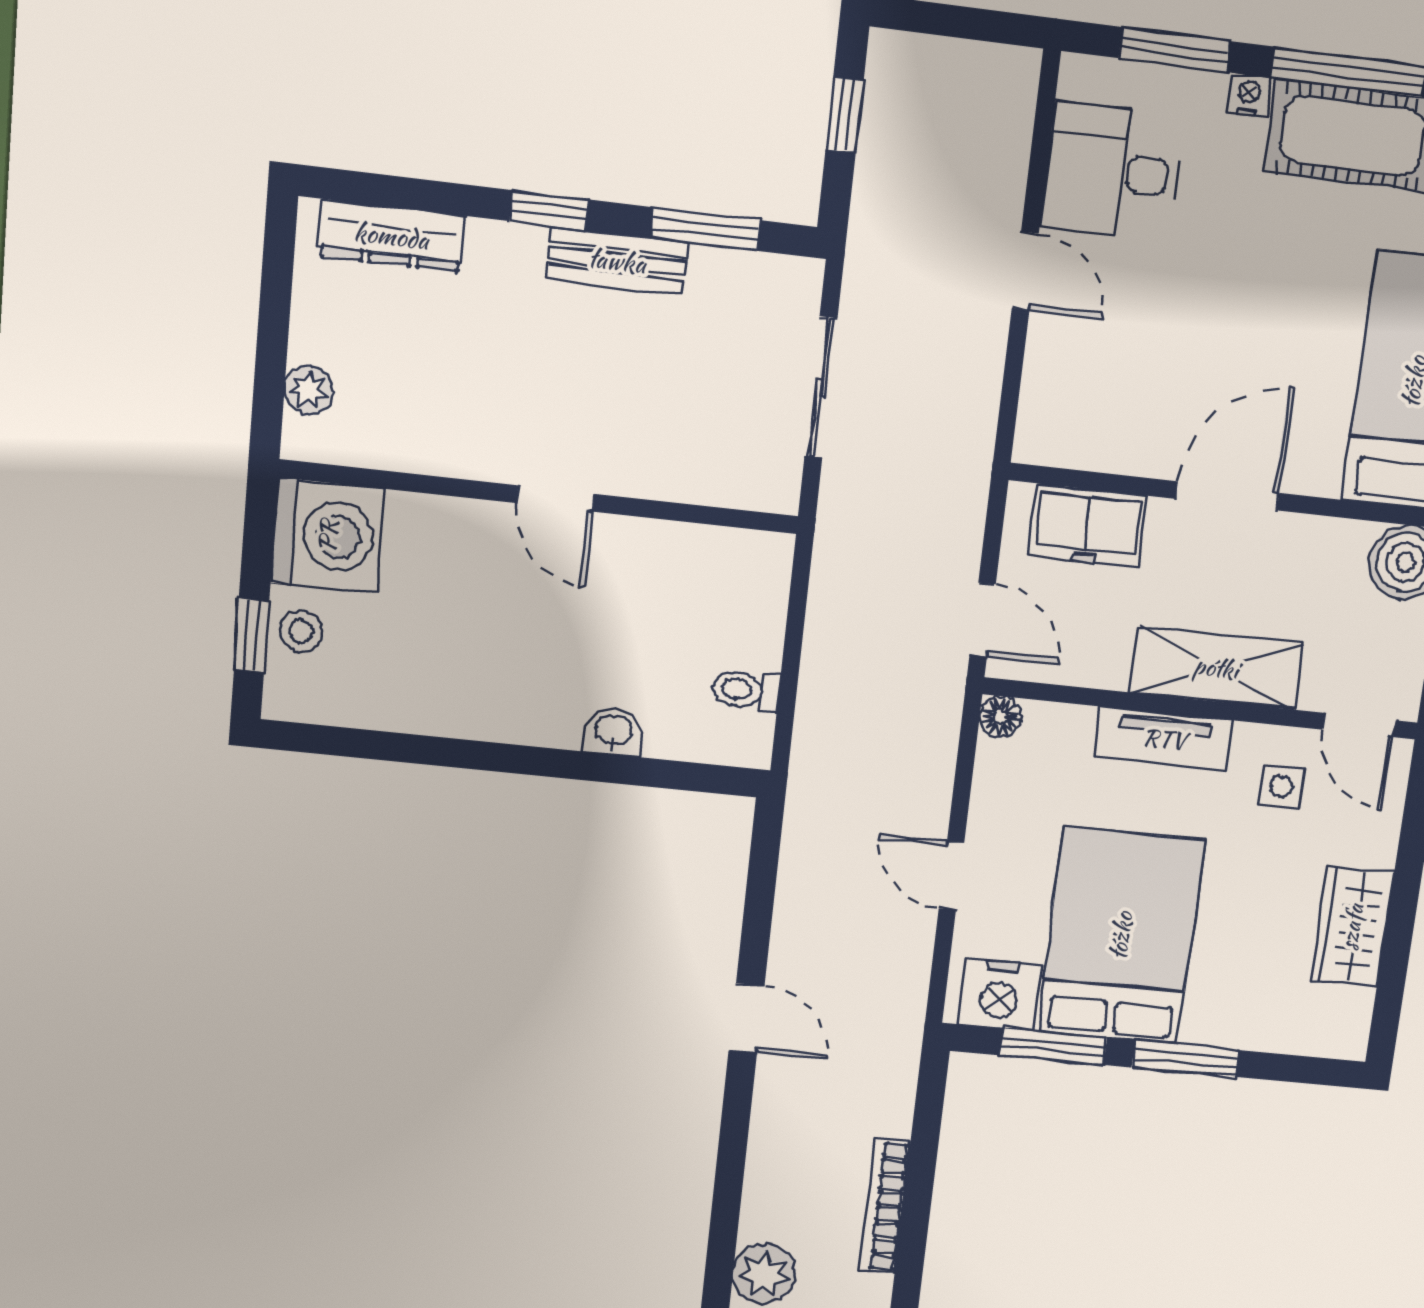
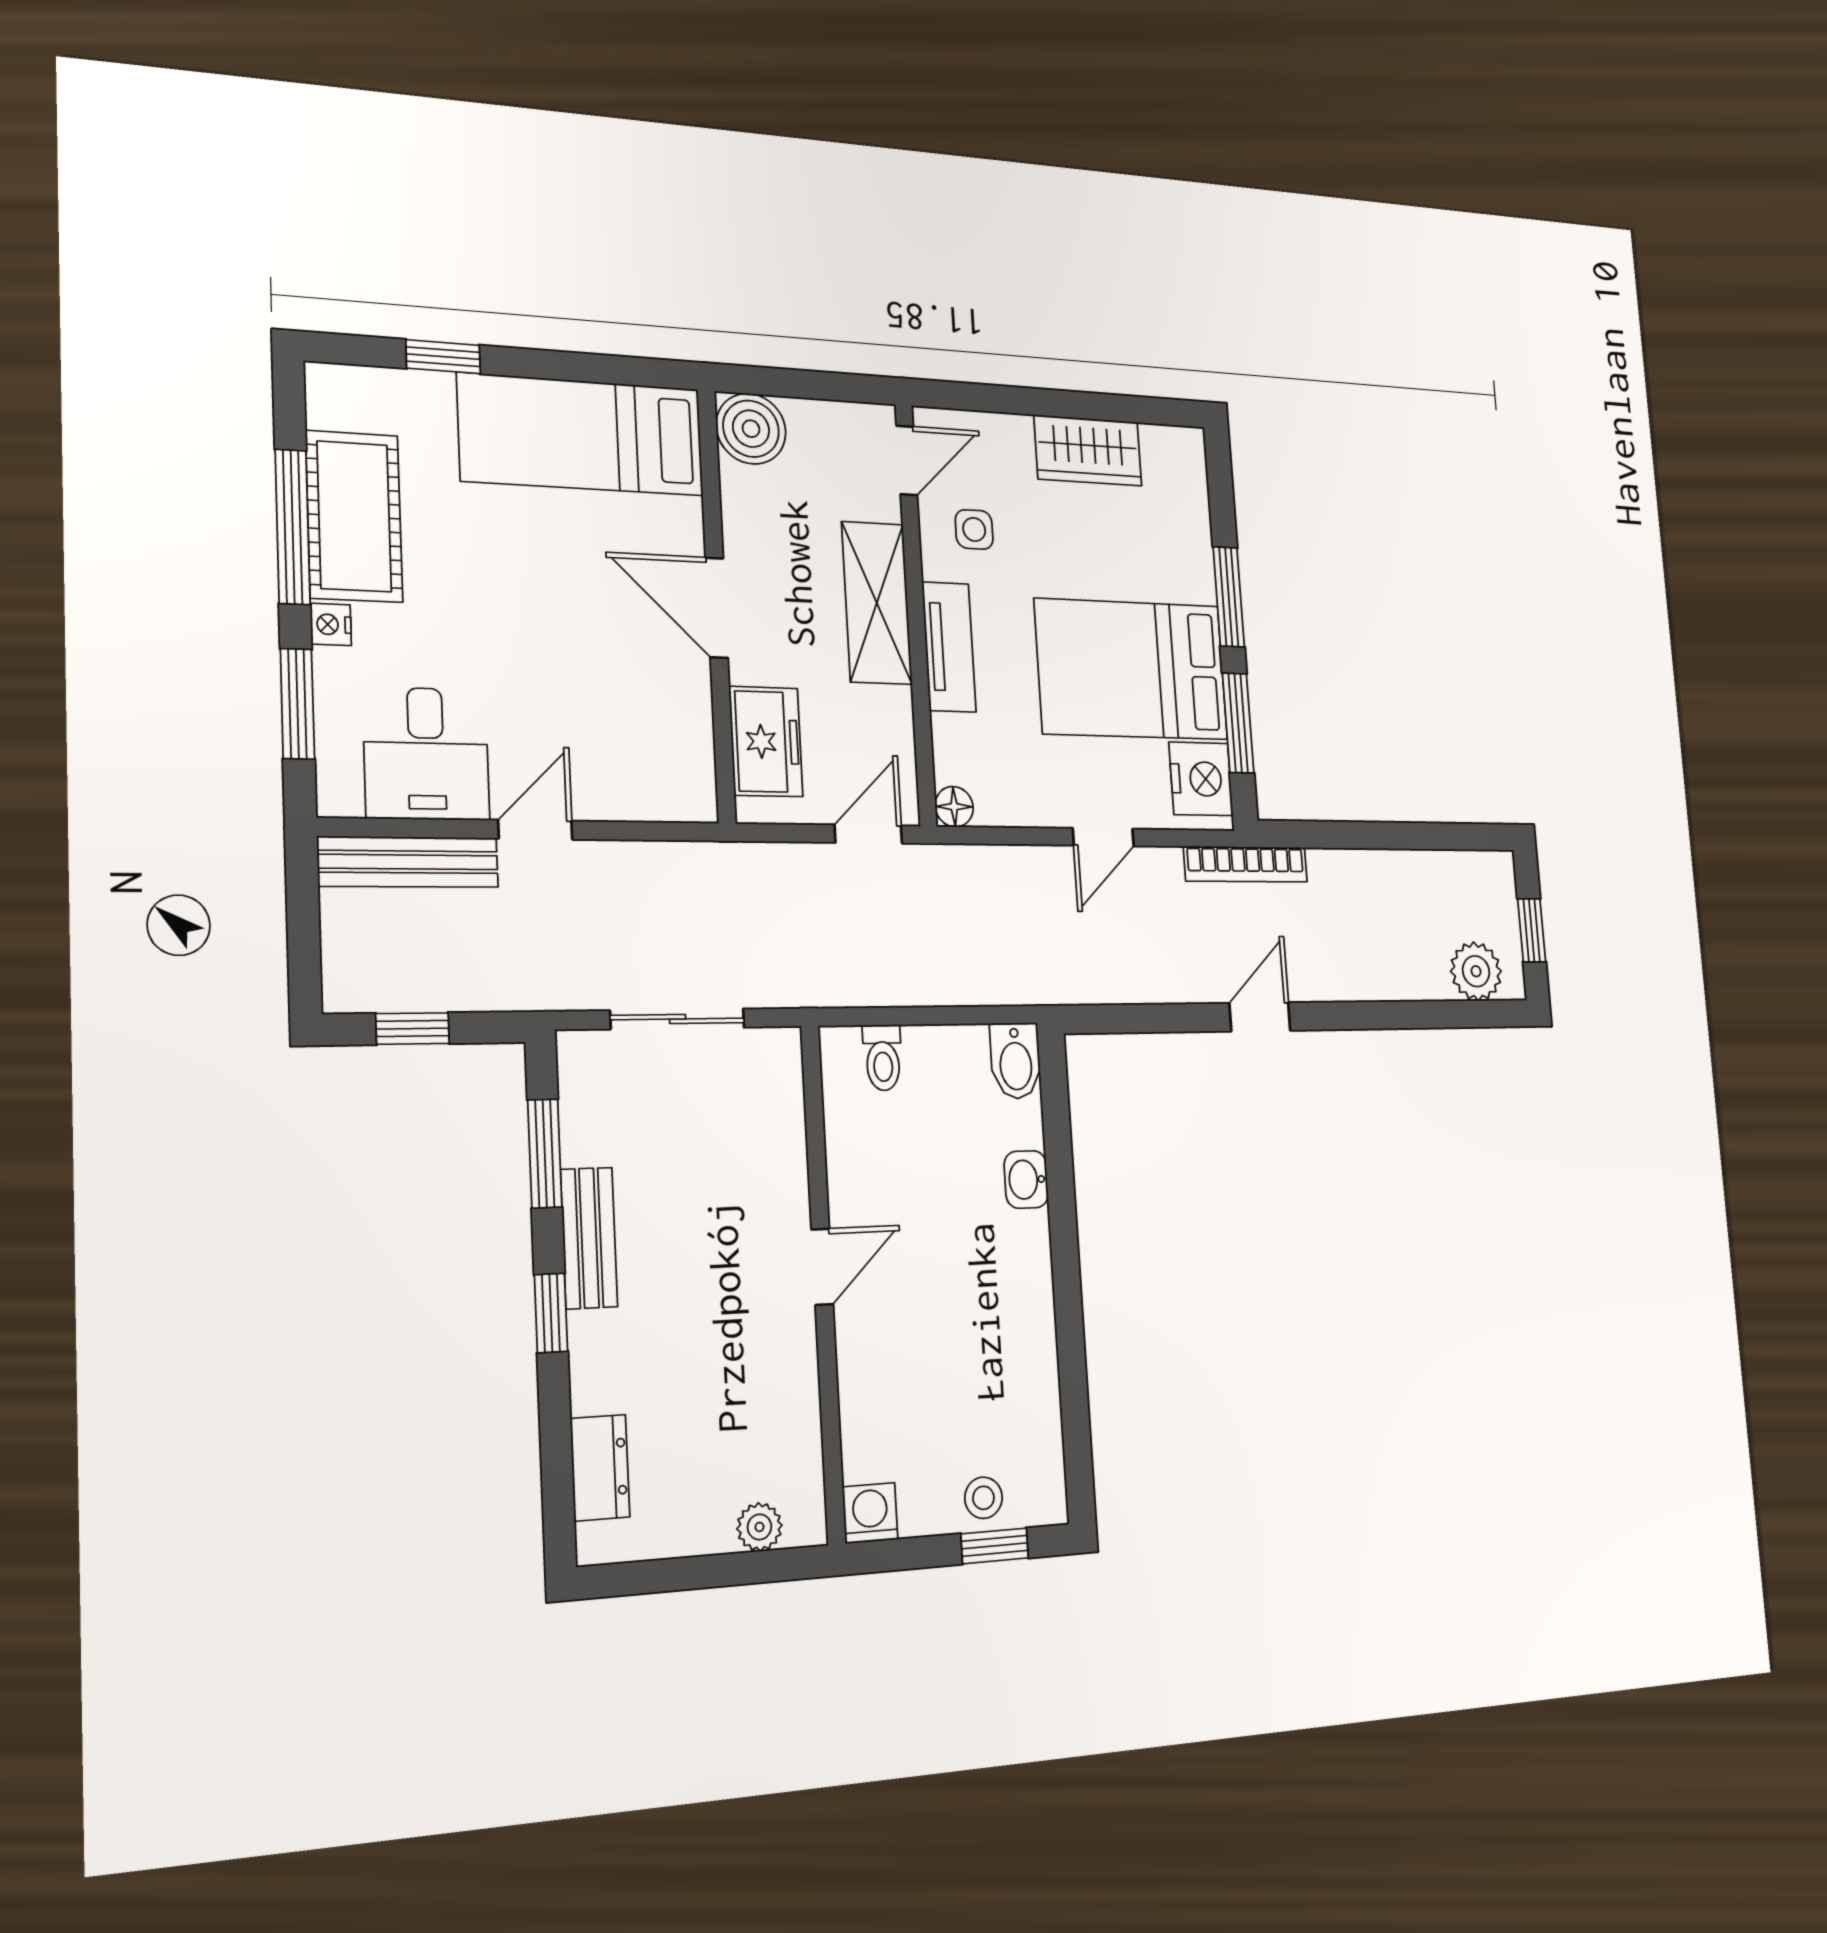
bench: (1008, 136) -> (408, 862), added
dresser: (391, 236) -> (600, 1468), width x0.70
washing machine: (328, 536) -> (870, 1513), width x0.53, depth x0.53
toilet: (746, 690) -> (883, 1058), moved
bidet: (735, 740) -> (1016, 1061), added
bookcase: (885, 1206) -> (1246, 864), moved

